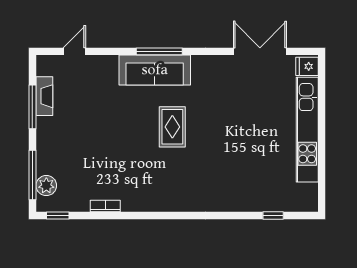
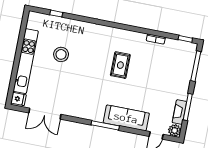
sofa: (155, 70) -> (126, 118), moved
rug: (172, 127) -> (120, 65), moved
stool: (253, 151) -> (61, 54), added
plant: (46, 186) -> (175, 130), moved

